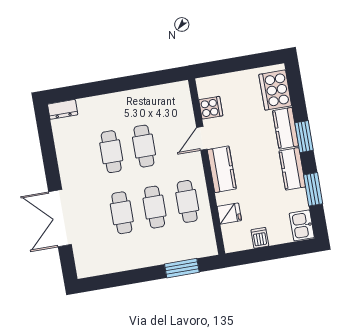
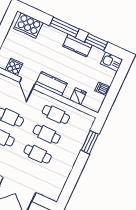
kitchen counter: (286, 128) -> (53, 34), removed
window: (304, 137) -> (64, 27), width x1.44

